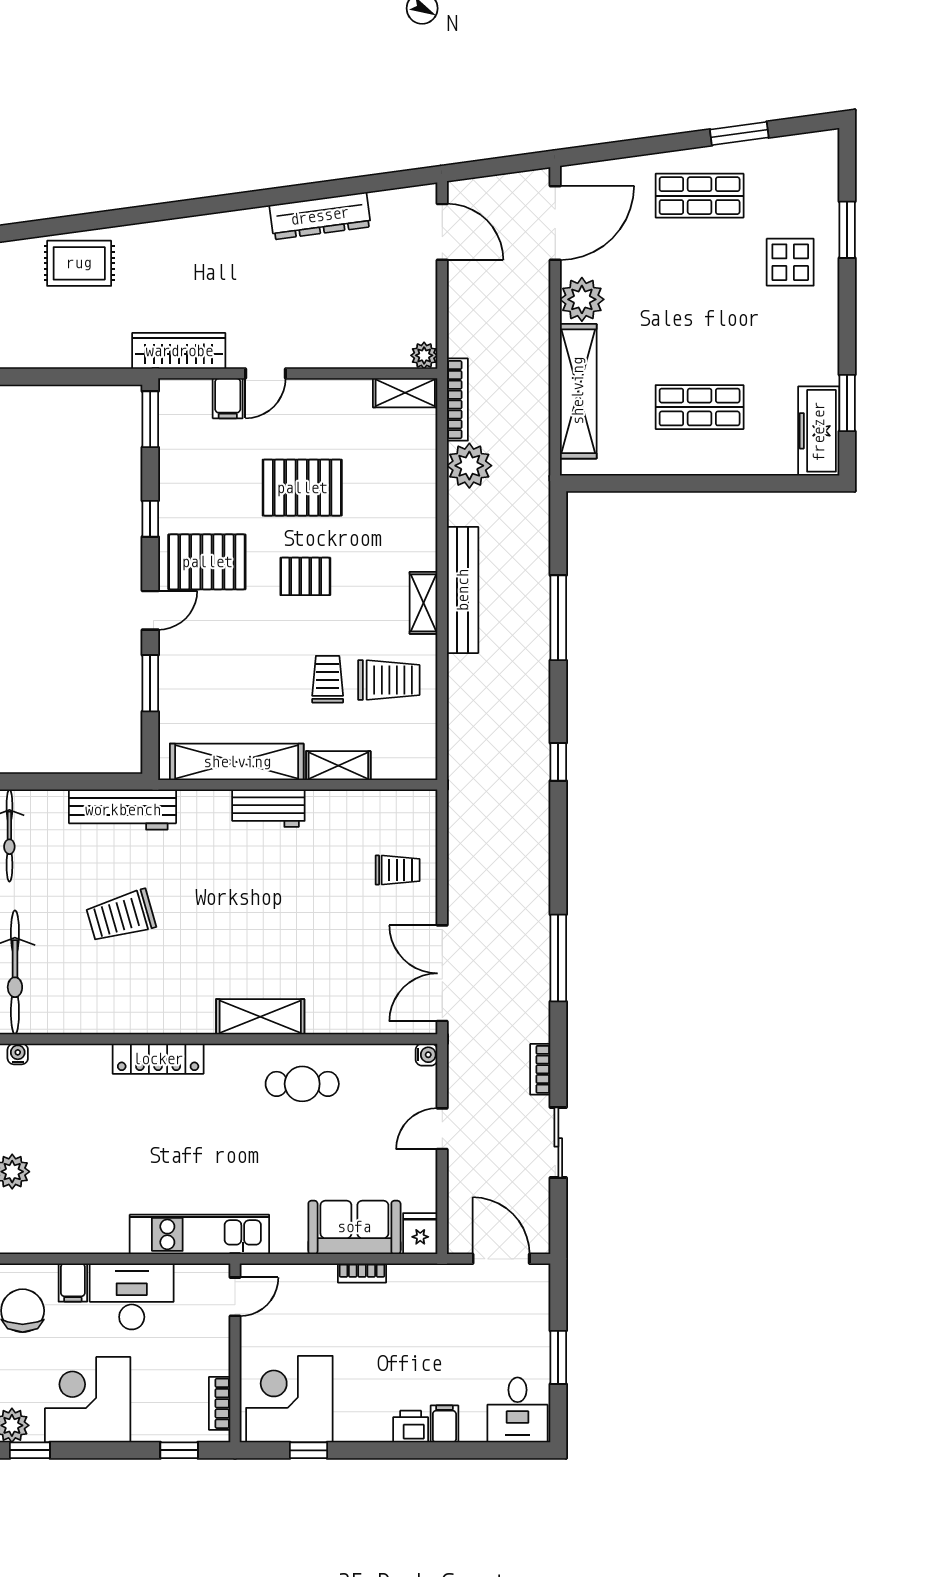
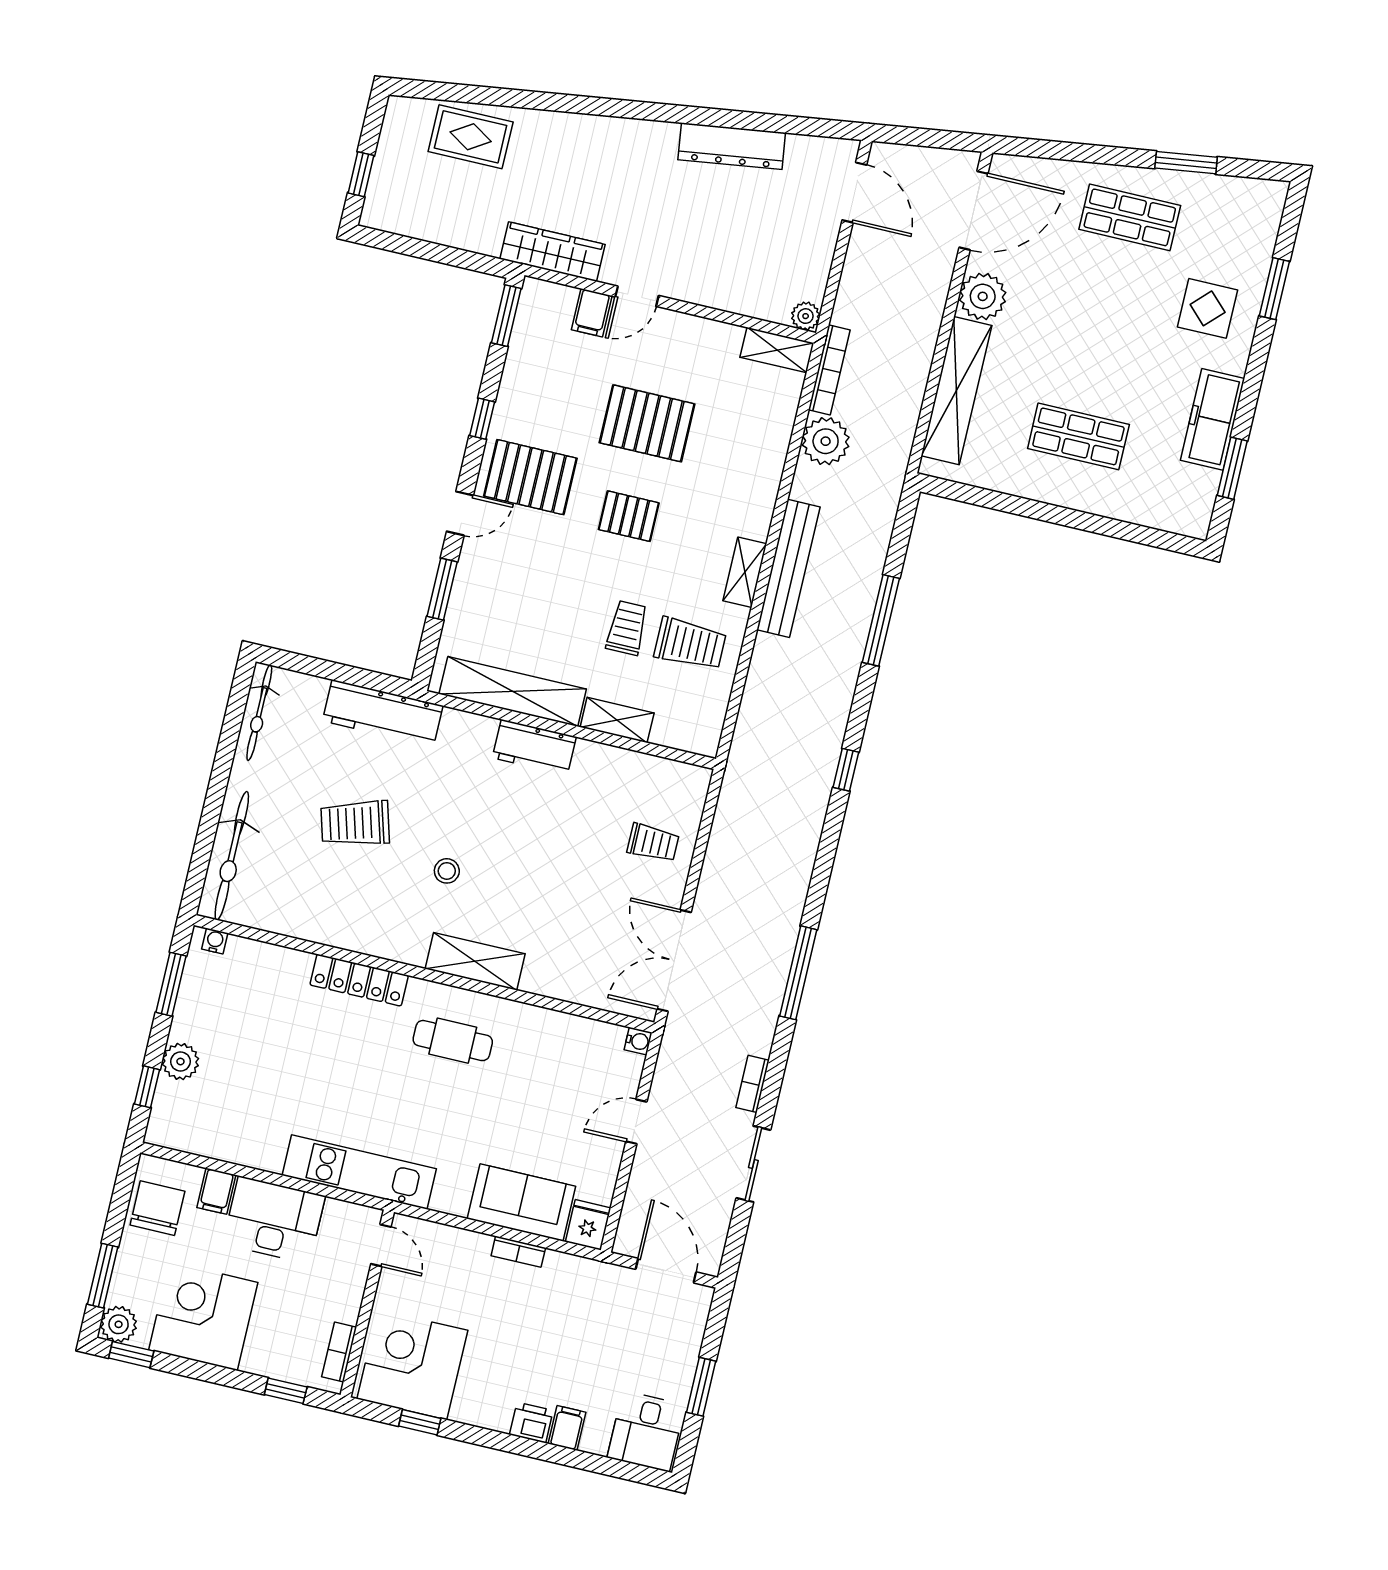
freezer: (819, 431) -> (1213, 419), moved
stool: (215, 940) -> (447, 871), added
cafe table: (302, 1084) -> (453, 1041), moved
door: (235, 1297) -> (381, 1245), hinge flipped

